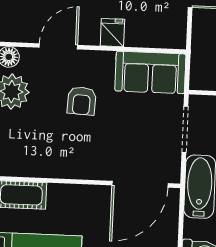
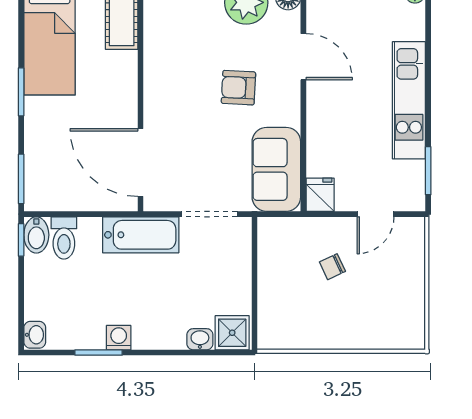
fridge: (112, 33) -> (320, 195), moved, turned -90

